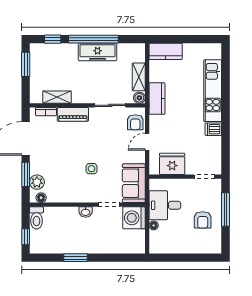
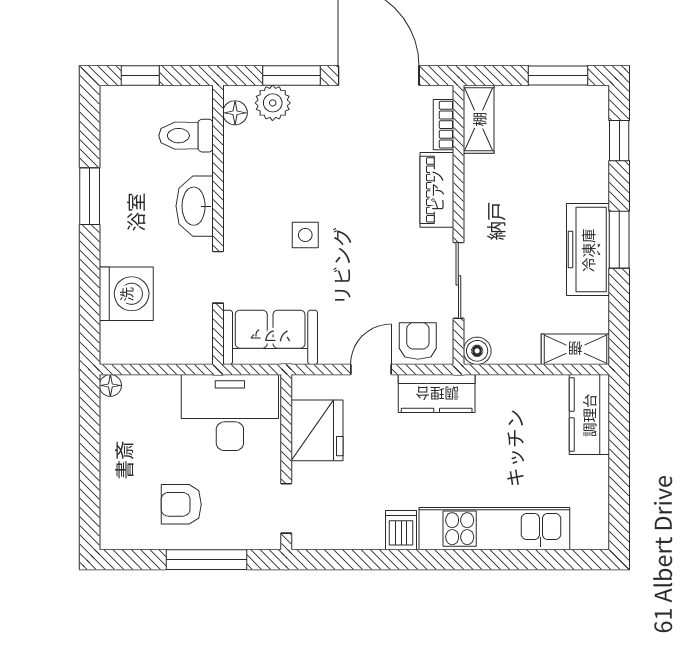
window: (93, 39) -> (619, 240), width x0.47
shelving: (139, 77) -> (575, 349), moved
shelving: (57, 97) -> (479, 119), moved
kitchen counter: (157, 99) -> (437, 394), moved
armchair: (135, 122) -> (418, 341), turned 90
door: (147, 142) -> (371, 370), hinge flipped
desk: (165, 205) -> (230, 413), width x1.37
washbasin: (86, 212) -> (195, 206), width x1.91, depth x1.45
toilet: (36, 218) -> (186, 136), moved
washing machine: (134, 218) -> (126, 294), moved, turned 90
floor lamp: (154, 225) -> (110, 385), moved

